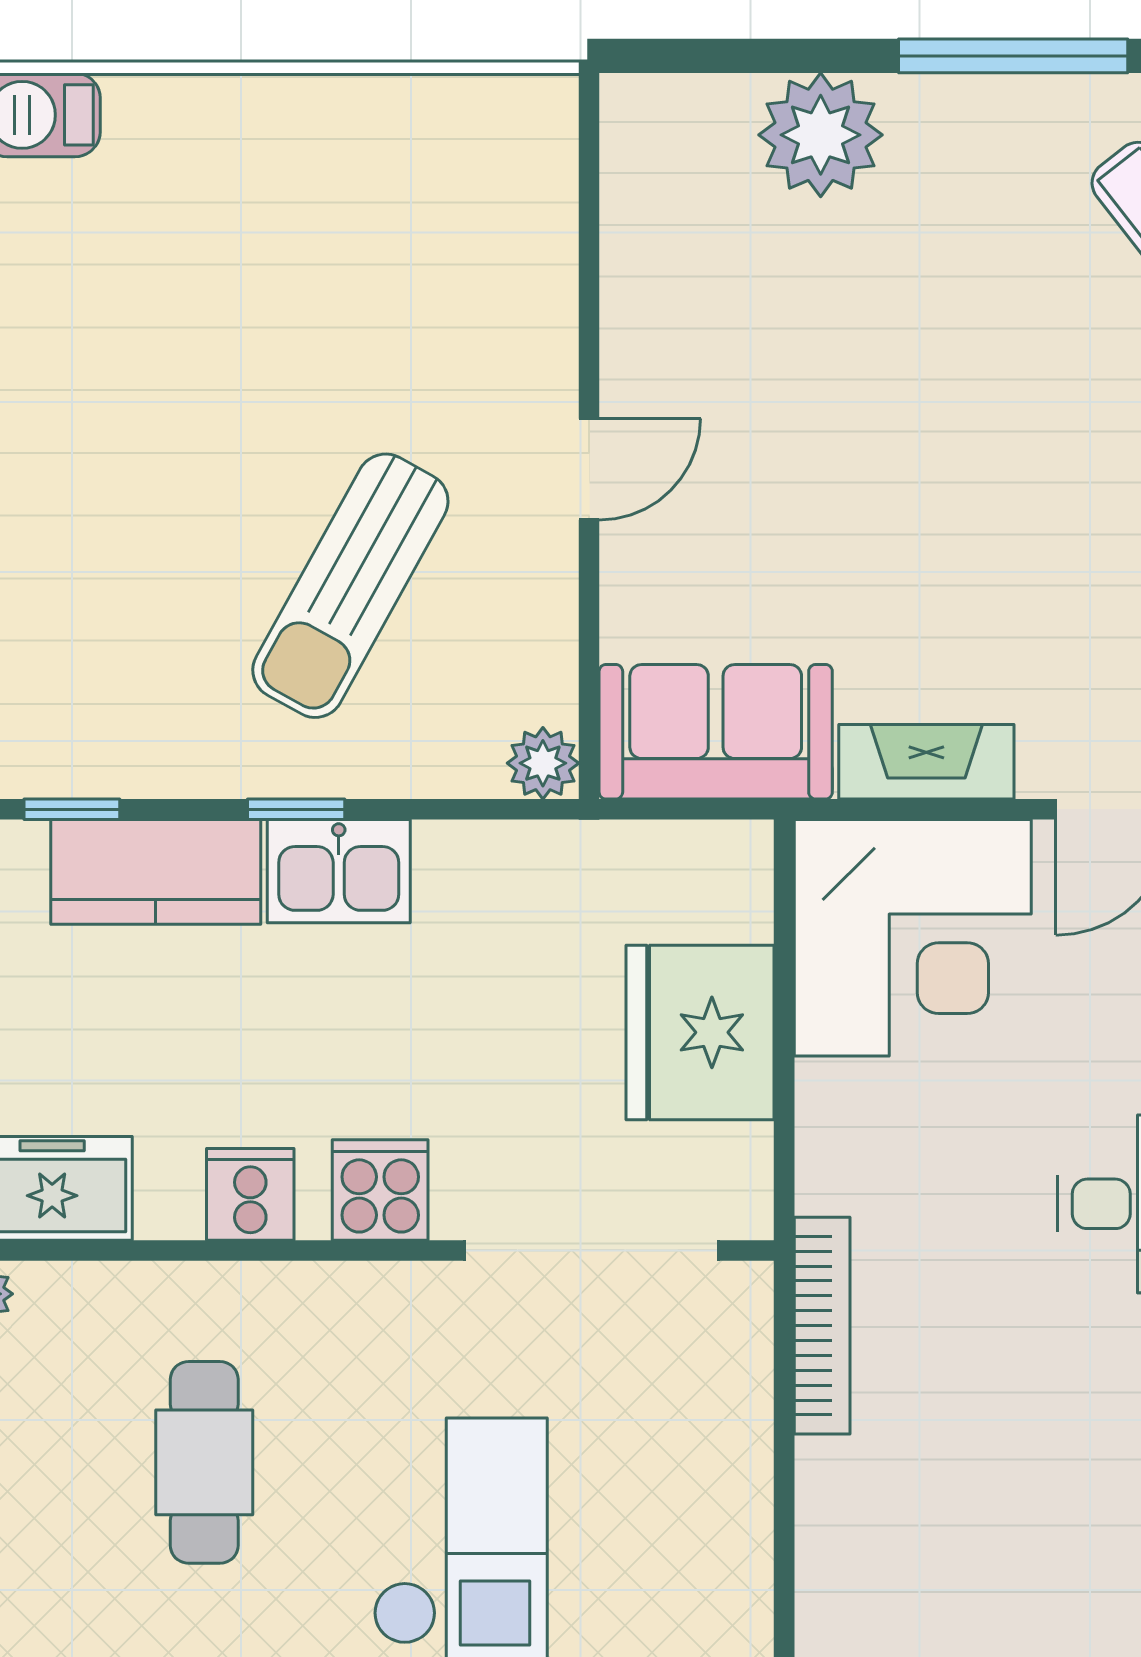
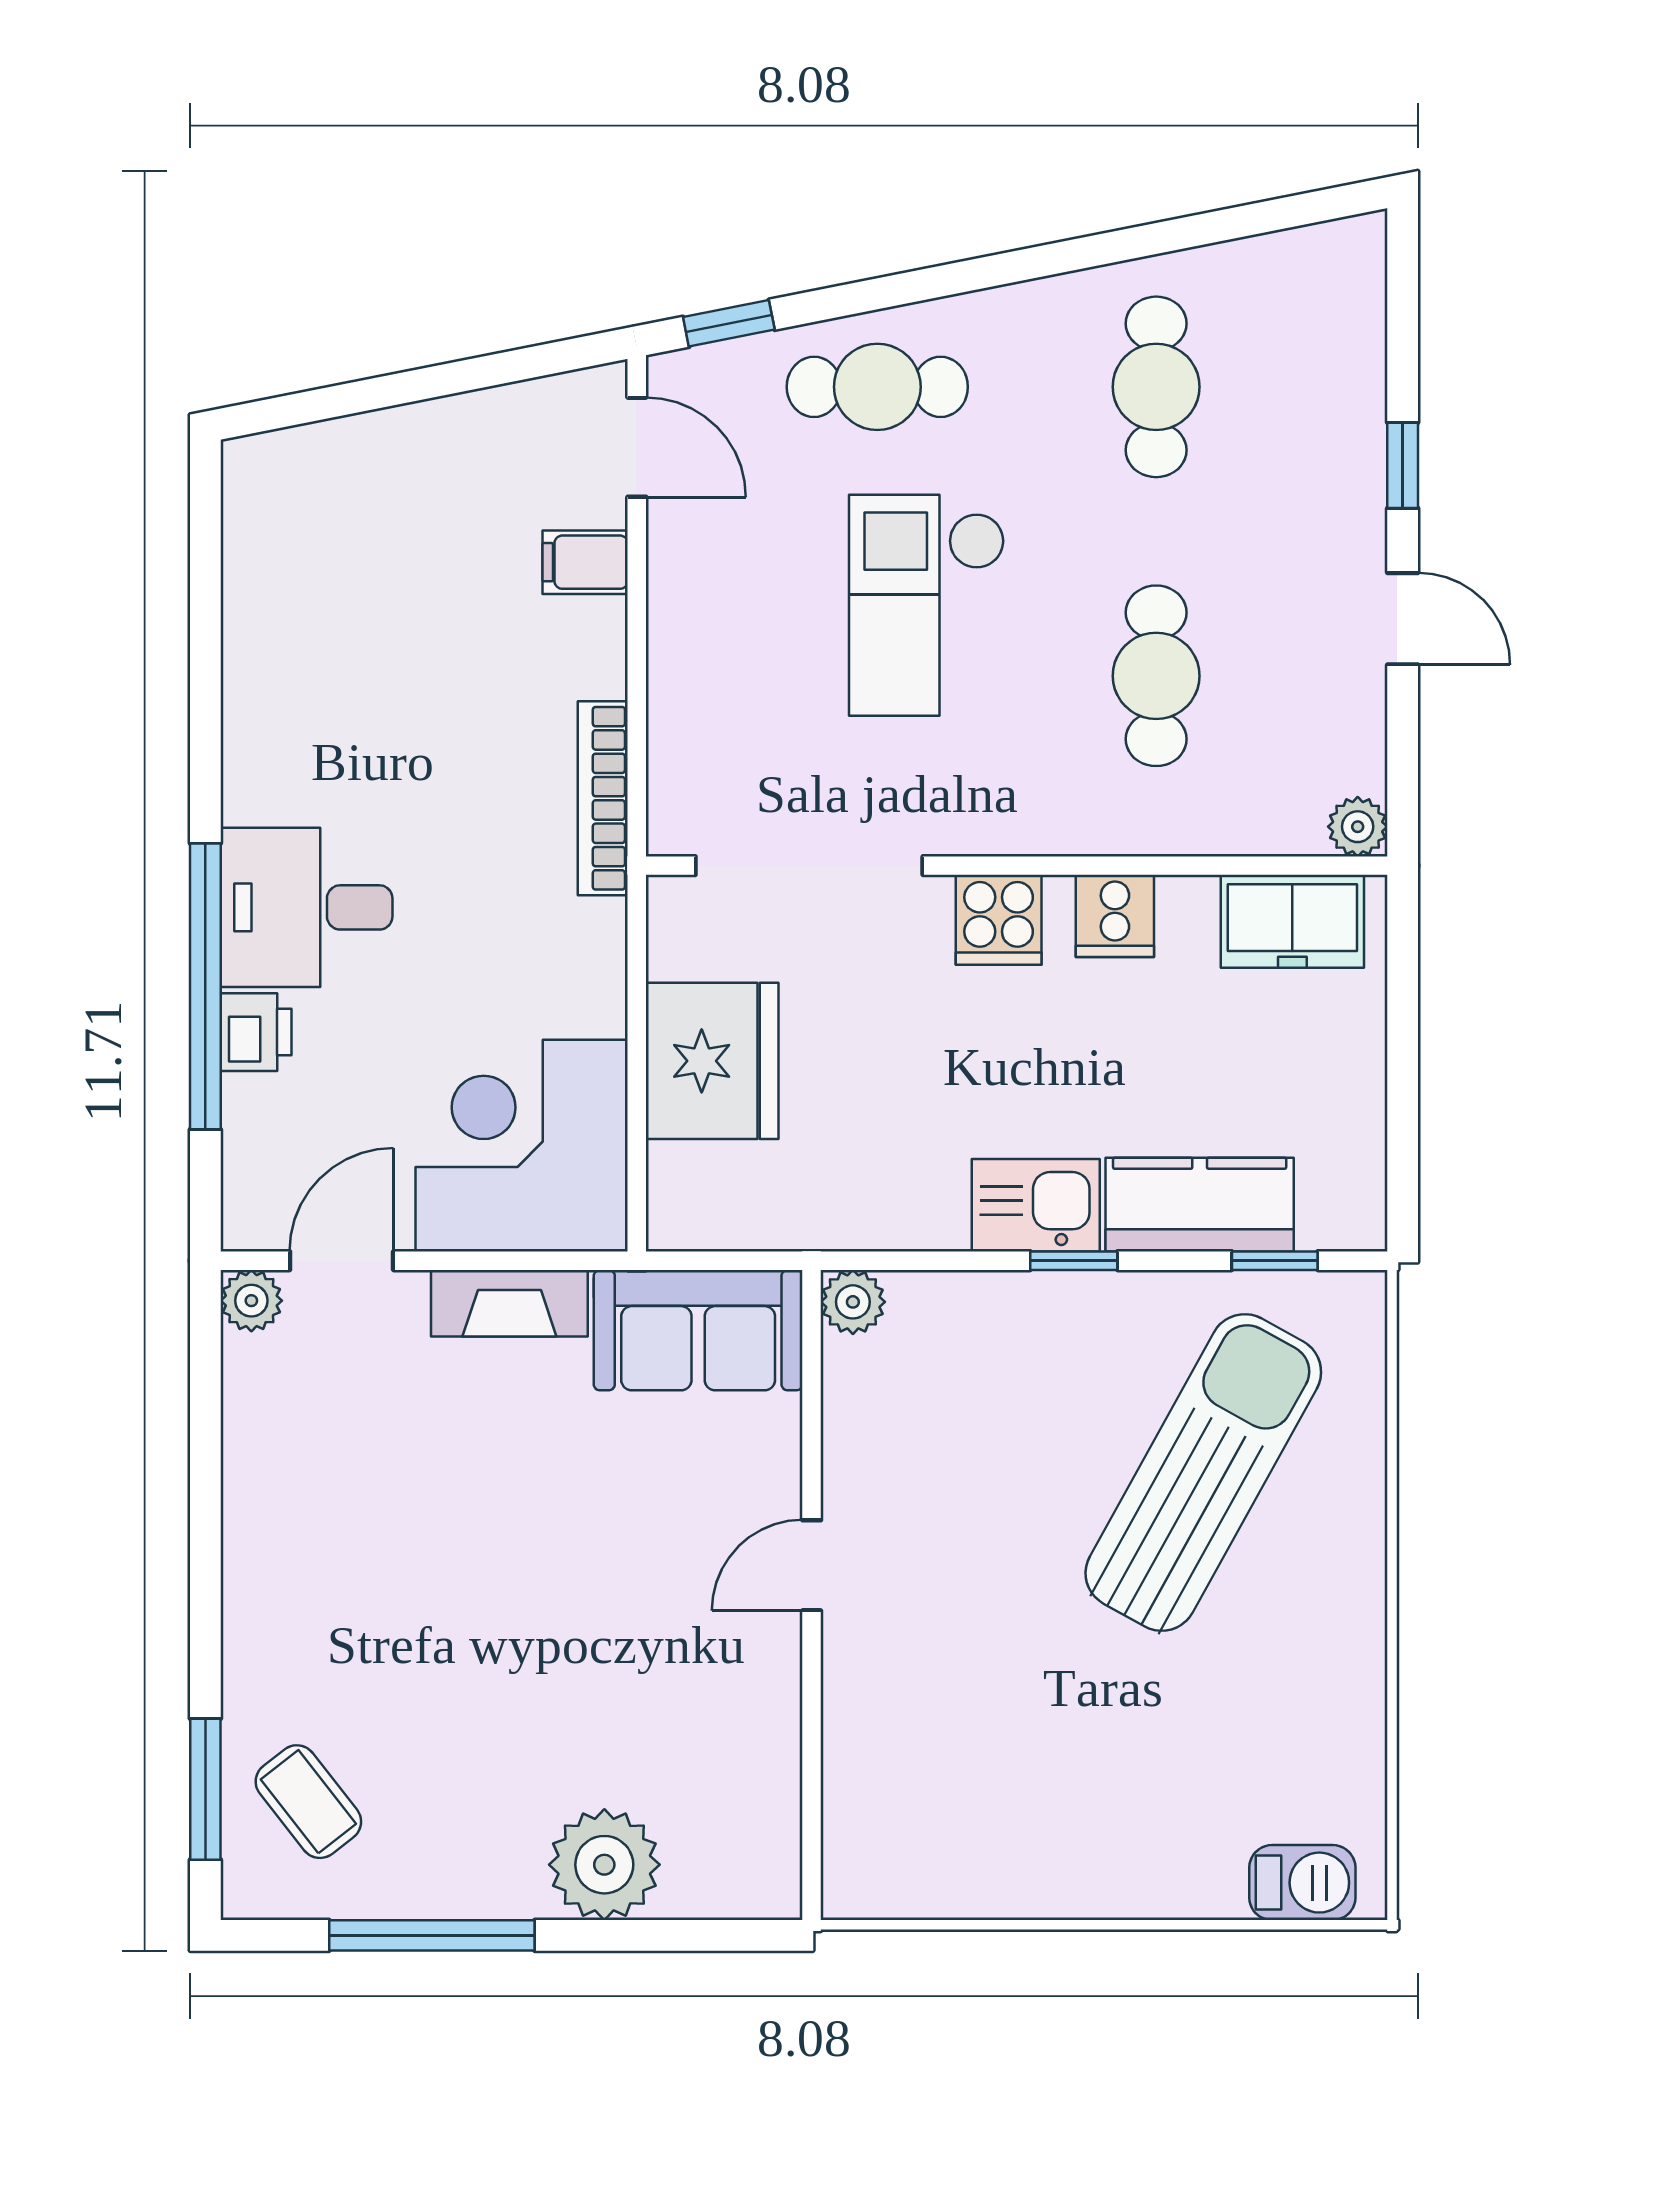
sun lounger: (350, 586) -> (1203, 1472), moved, width x1.36, depth x1.34
filing cabinet: (842, 1589) -> (585, 562), added

